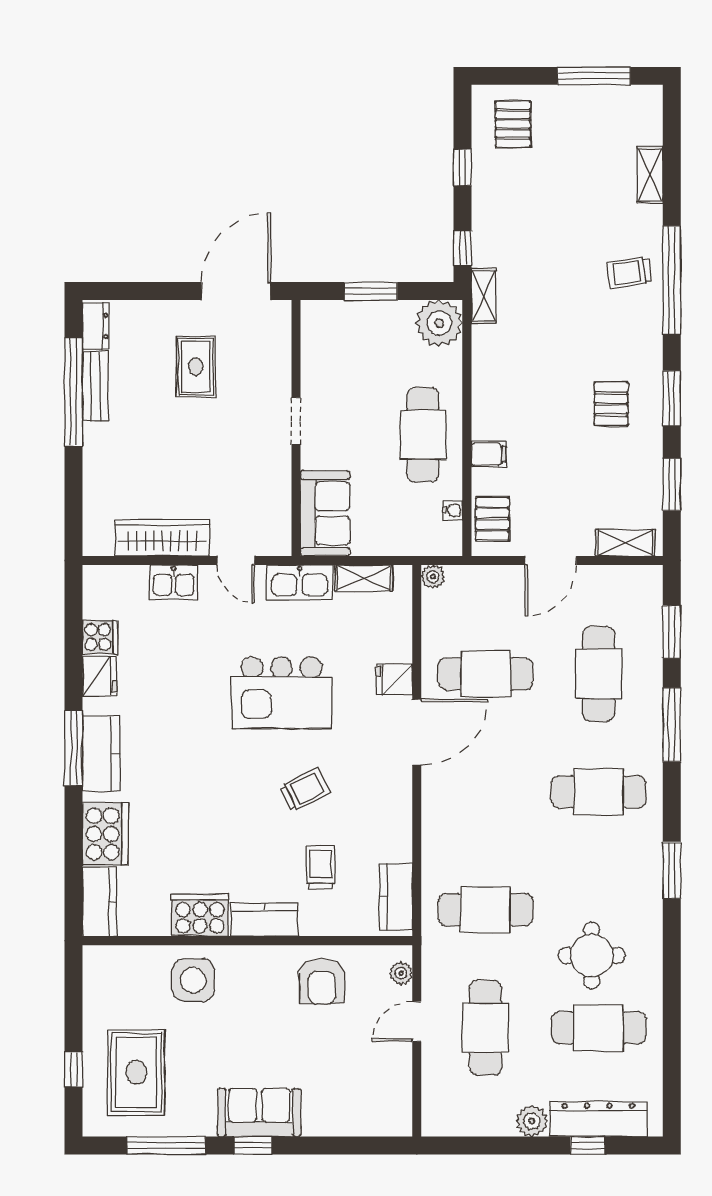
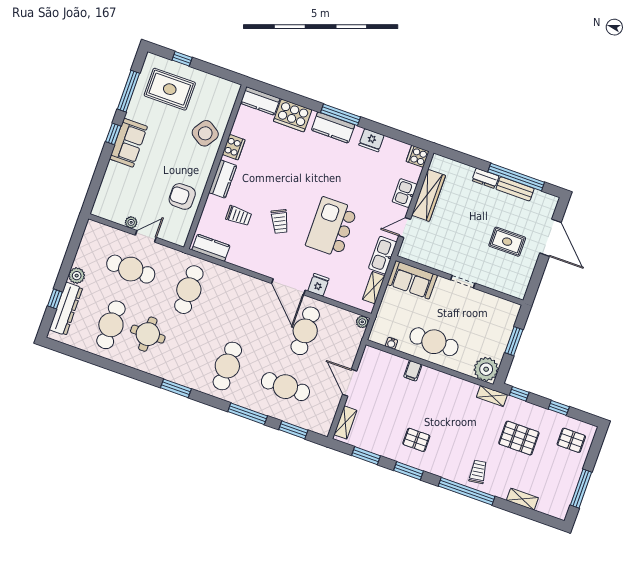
door: (236, 291) -> (551, 238), moved
dresser: (96, 326) -> (485, 178), moved
pallet: (492, 519) -> (519, 438), moved, width x1.50, depth x1.42
cooker: (100, 637) -> (418, 156), moved, turned 90
cooker: (200, 915) -> (234, 147), width x0.73, depth x0.76
plant: (401, 973) -> (131, 222), moved
side table: (193, 980) -> (205, 133), turned 33
door: (417, 1021) -> (146, 236), hinge flipped

